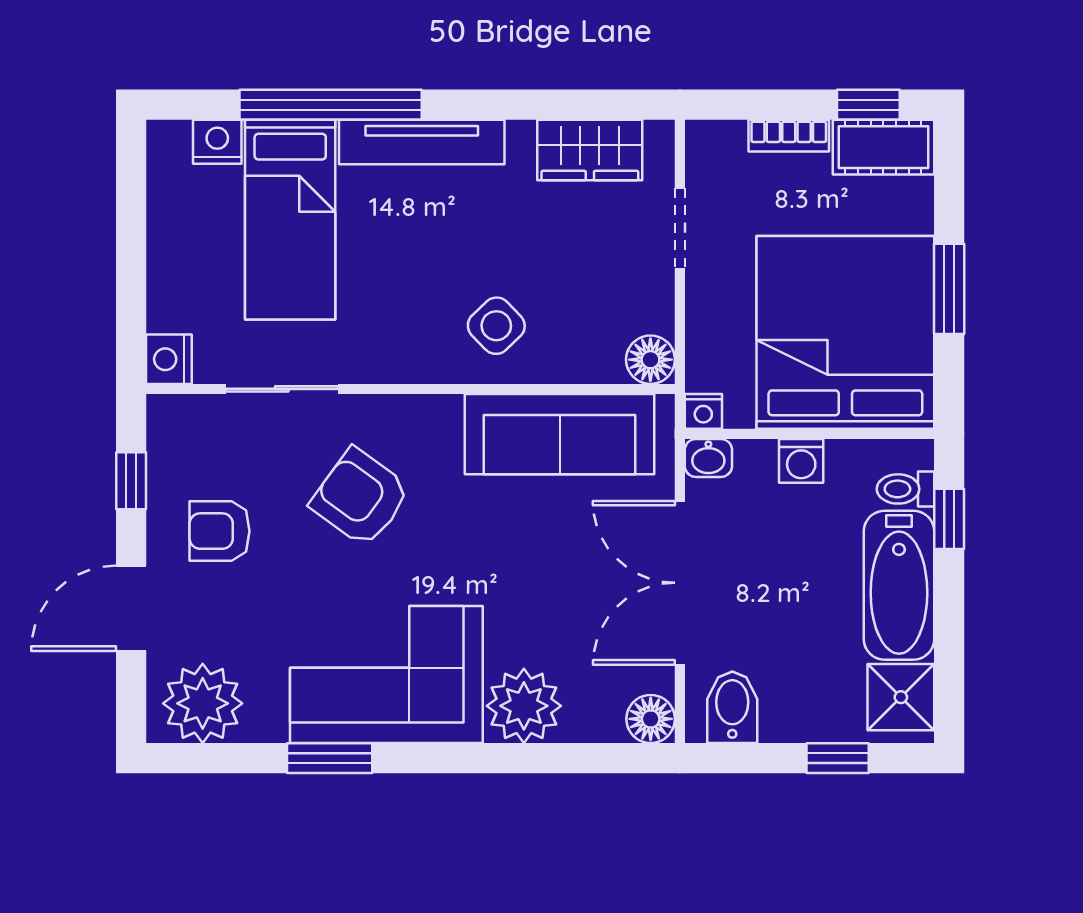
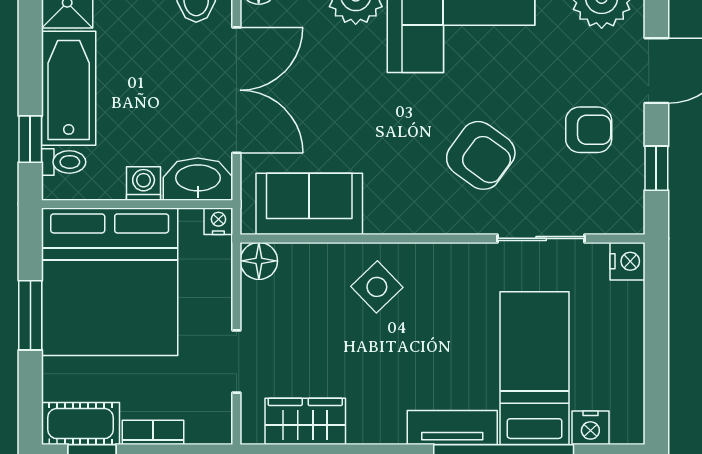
tv unit: (422, 142) -> (452, 428), width x0.71
sofa: (560, 434) -> (309, 204), width x0.73
washbasin: (708, 458) -> (198, 179), width x1.91, depth x1.45

